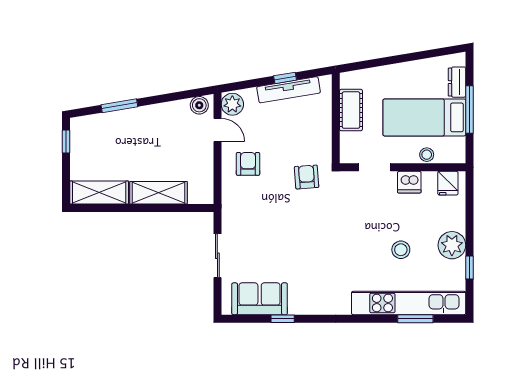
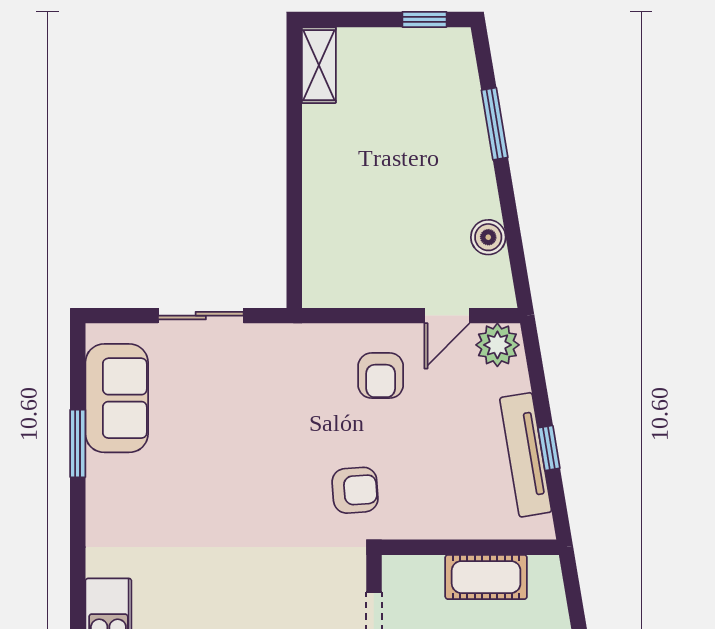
boiler: (199, 105) -> (488, 237), moved
armchair: (248, 164) -> (381, 376), turned 90
shelving: (99, 193) -> (319, 65), width x0.67, depth x0.75
shelving: (158, 193) -> (324, 200), removed
window: (283, 319) -> (78, 443), width x1.50

